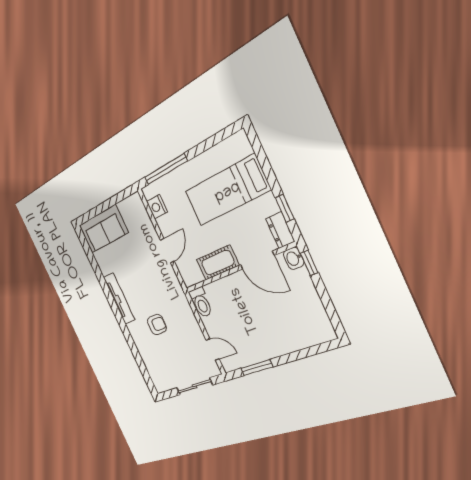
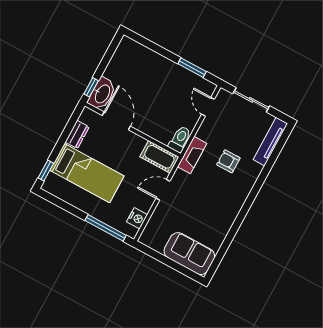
window: (285, 208) -> (46, 171), moved
dresser: (280, 230) -> (77, 135), moved
washbasin: (294, 258) -> (102, 94), width x1.91, depth x1.45
cot: (218, 263) -> (159, 157), moved
tv unit: (119, 299) -> (270, 142), moved
fireplace: (181, 301) -> (192, 155), added

